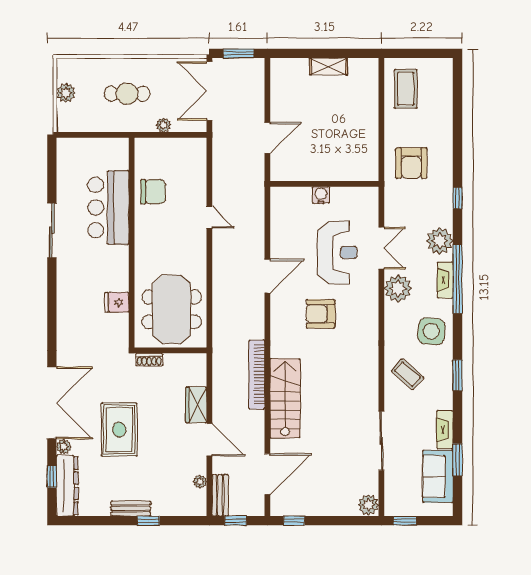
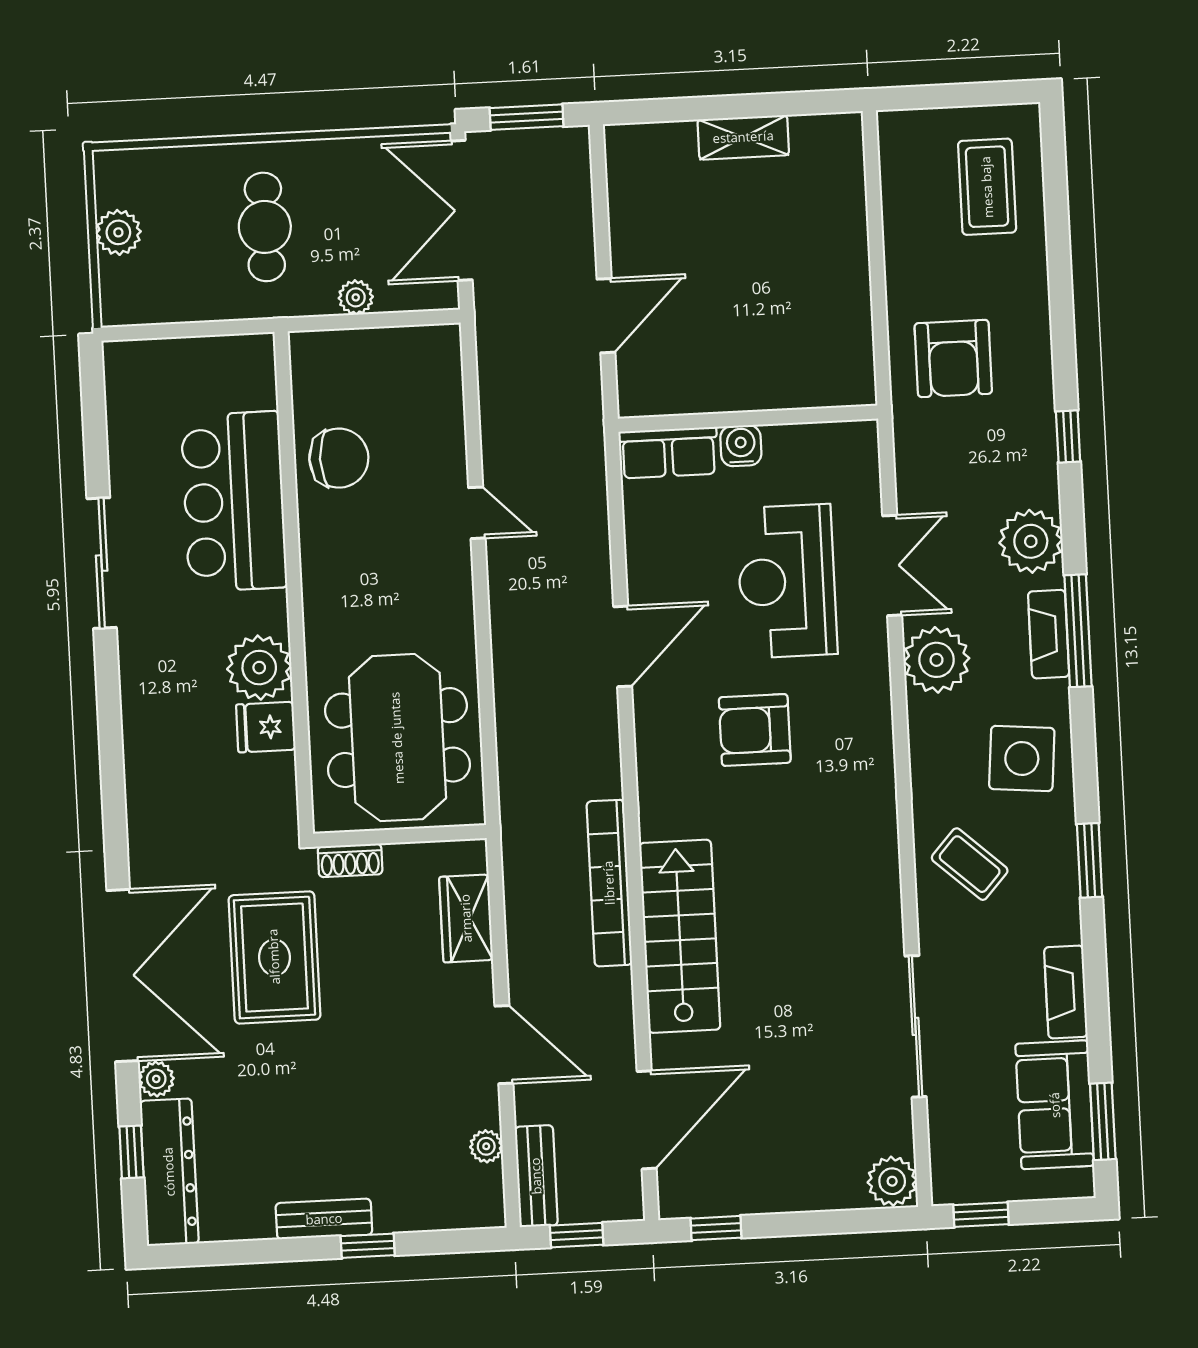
coffee table: (406, 89) -> (987, 187), moved
cafe table: (127, 94) -> (265, 227), turned 90
row of seats: (291, 196) -> (668, 453), added
reception desk: (337, 252) -> (787, 581), turned 180
plant: (115, 277) -> (259, 668), added
window: (458, 279) -> (1078, 631), width x0.68
wardrobe: (196, 405) -> (466, 918), moved
rug: (119, 429) -> (274, 957), moved
window: (458, 460) -> (1103, 1121), moved

